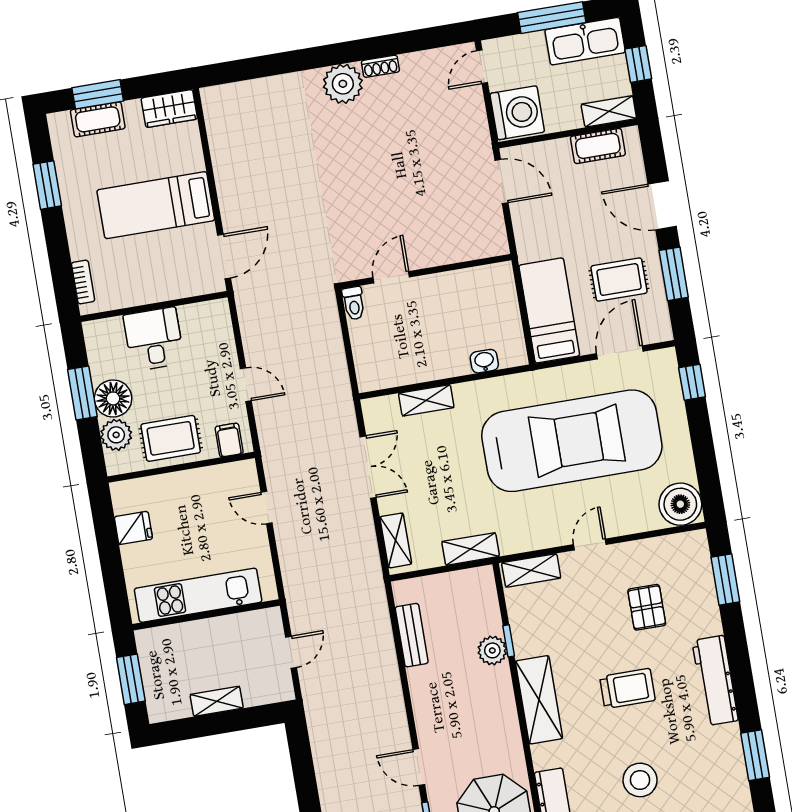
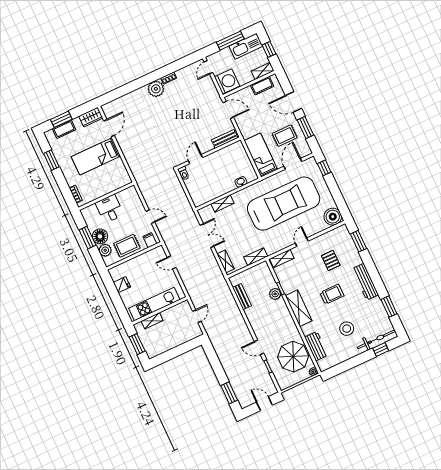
bench: (474, 248) -> (225, 139), added
door: (224, 256) -> (109, 128), moved
shelving: (217, 701) -> (152, 321), moved

